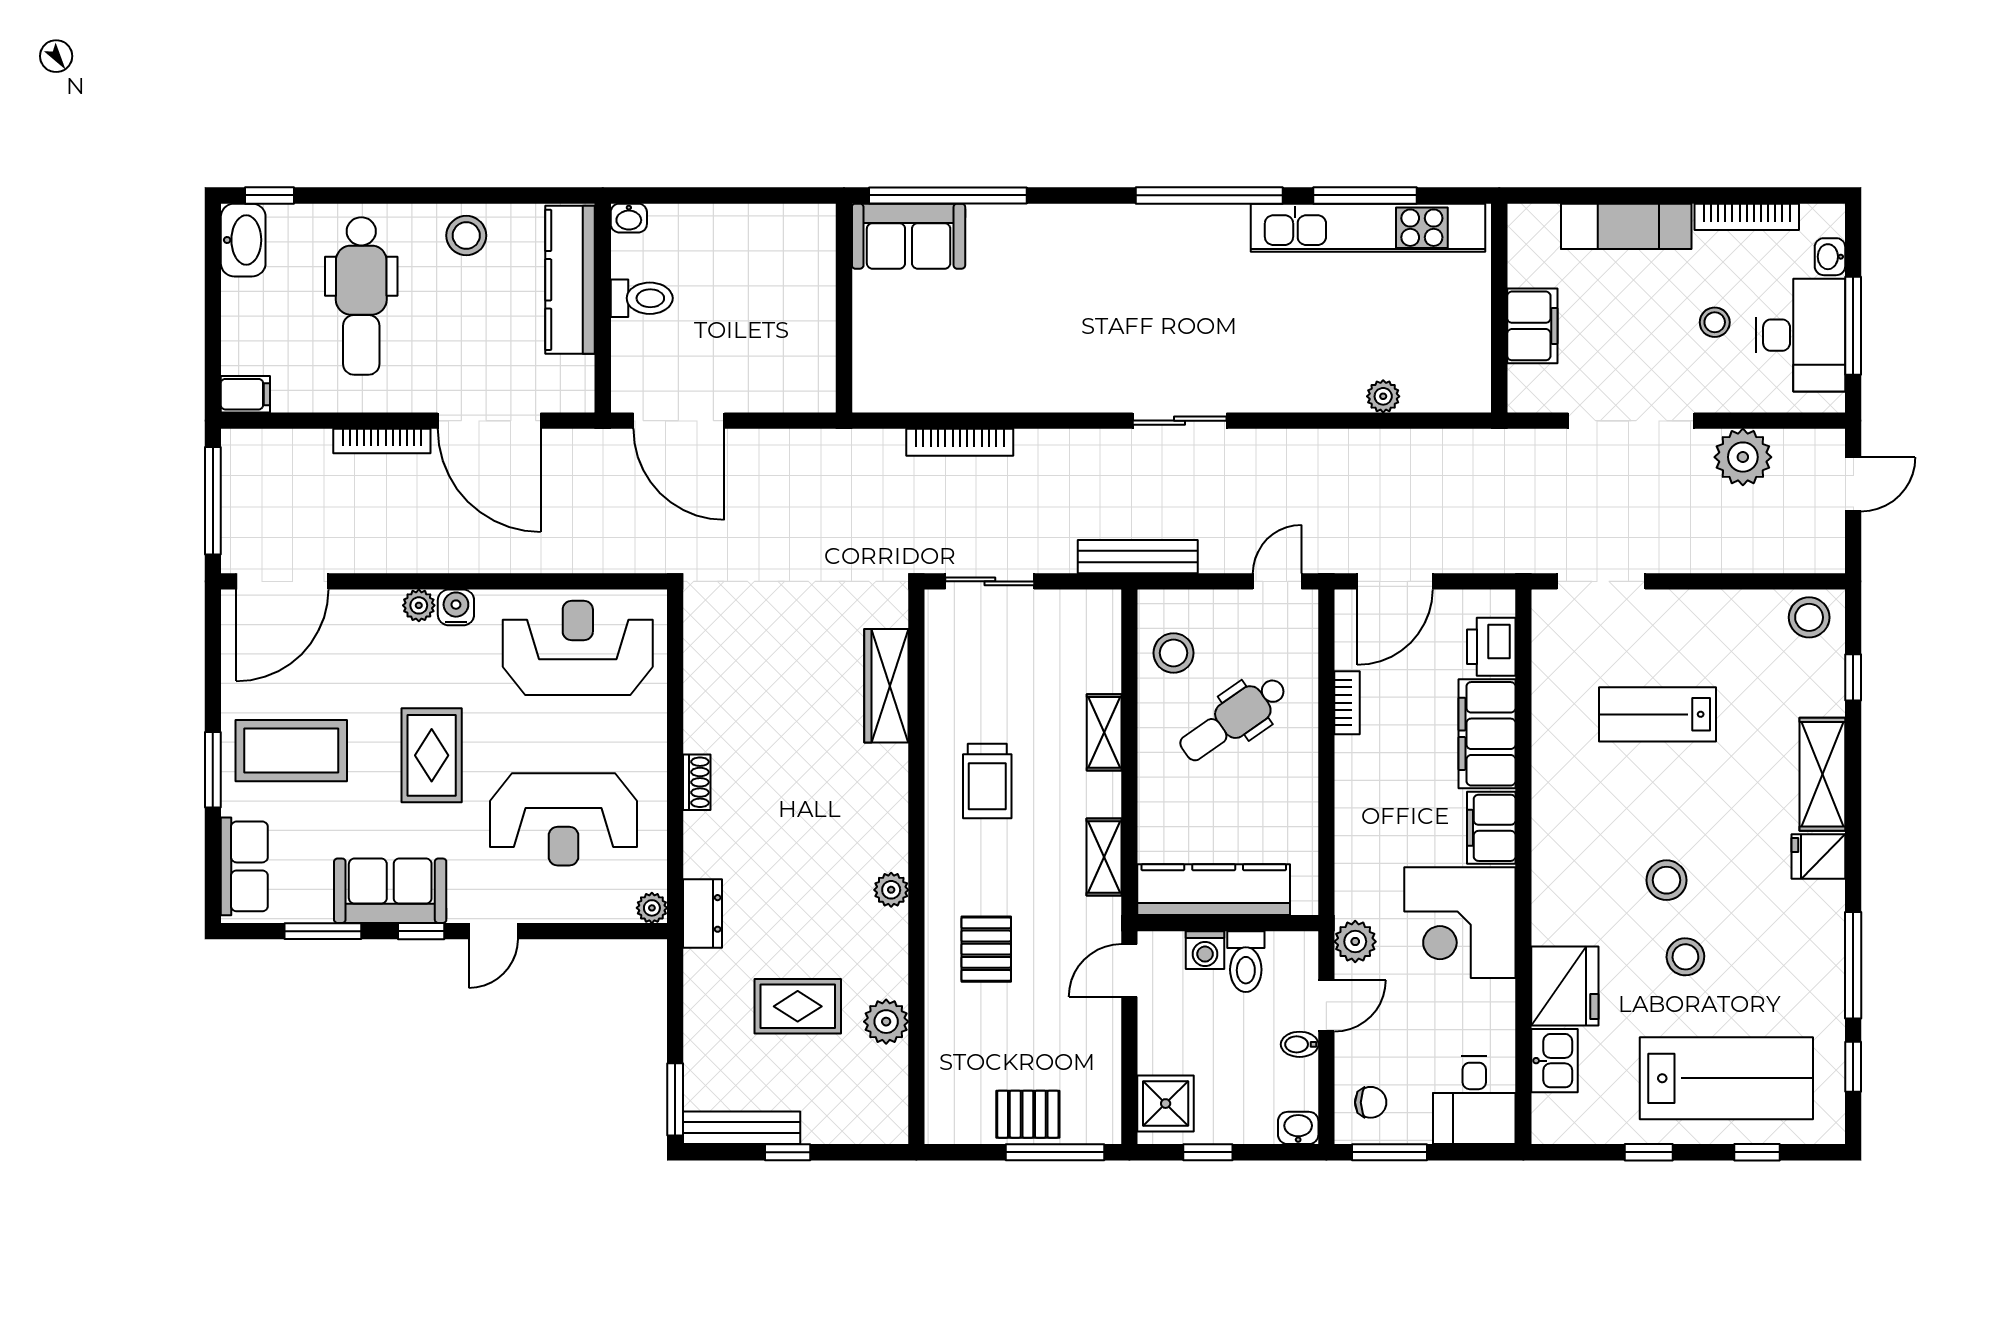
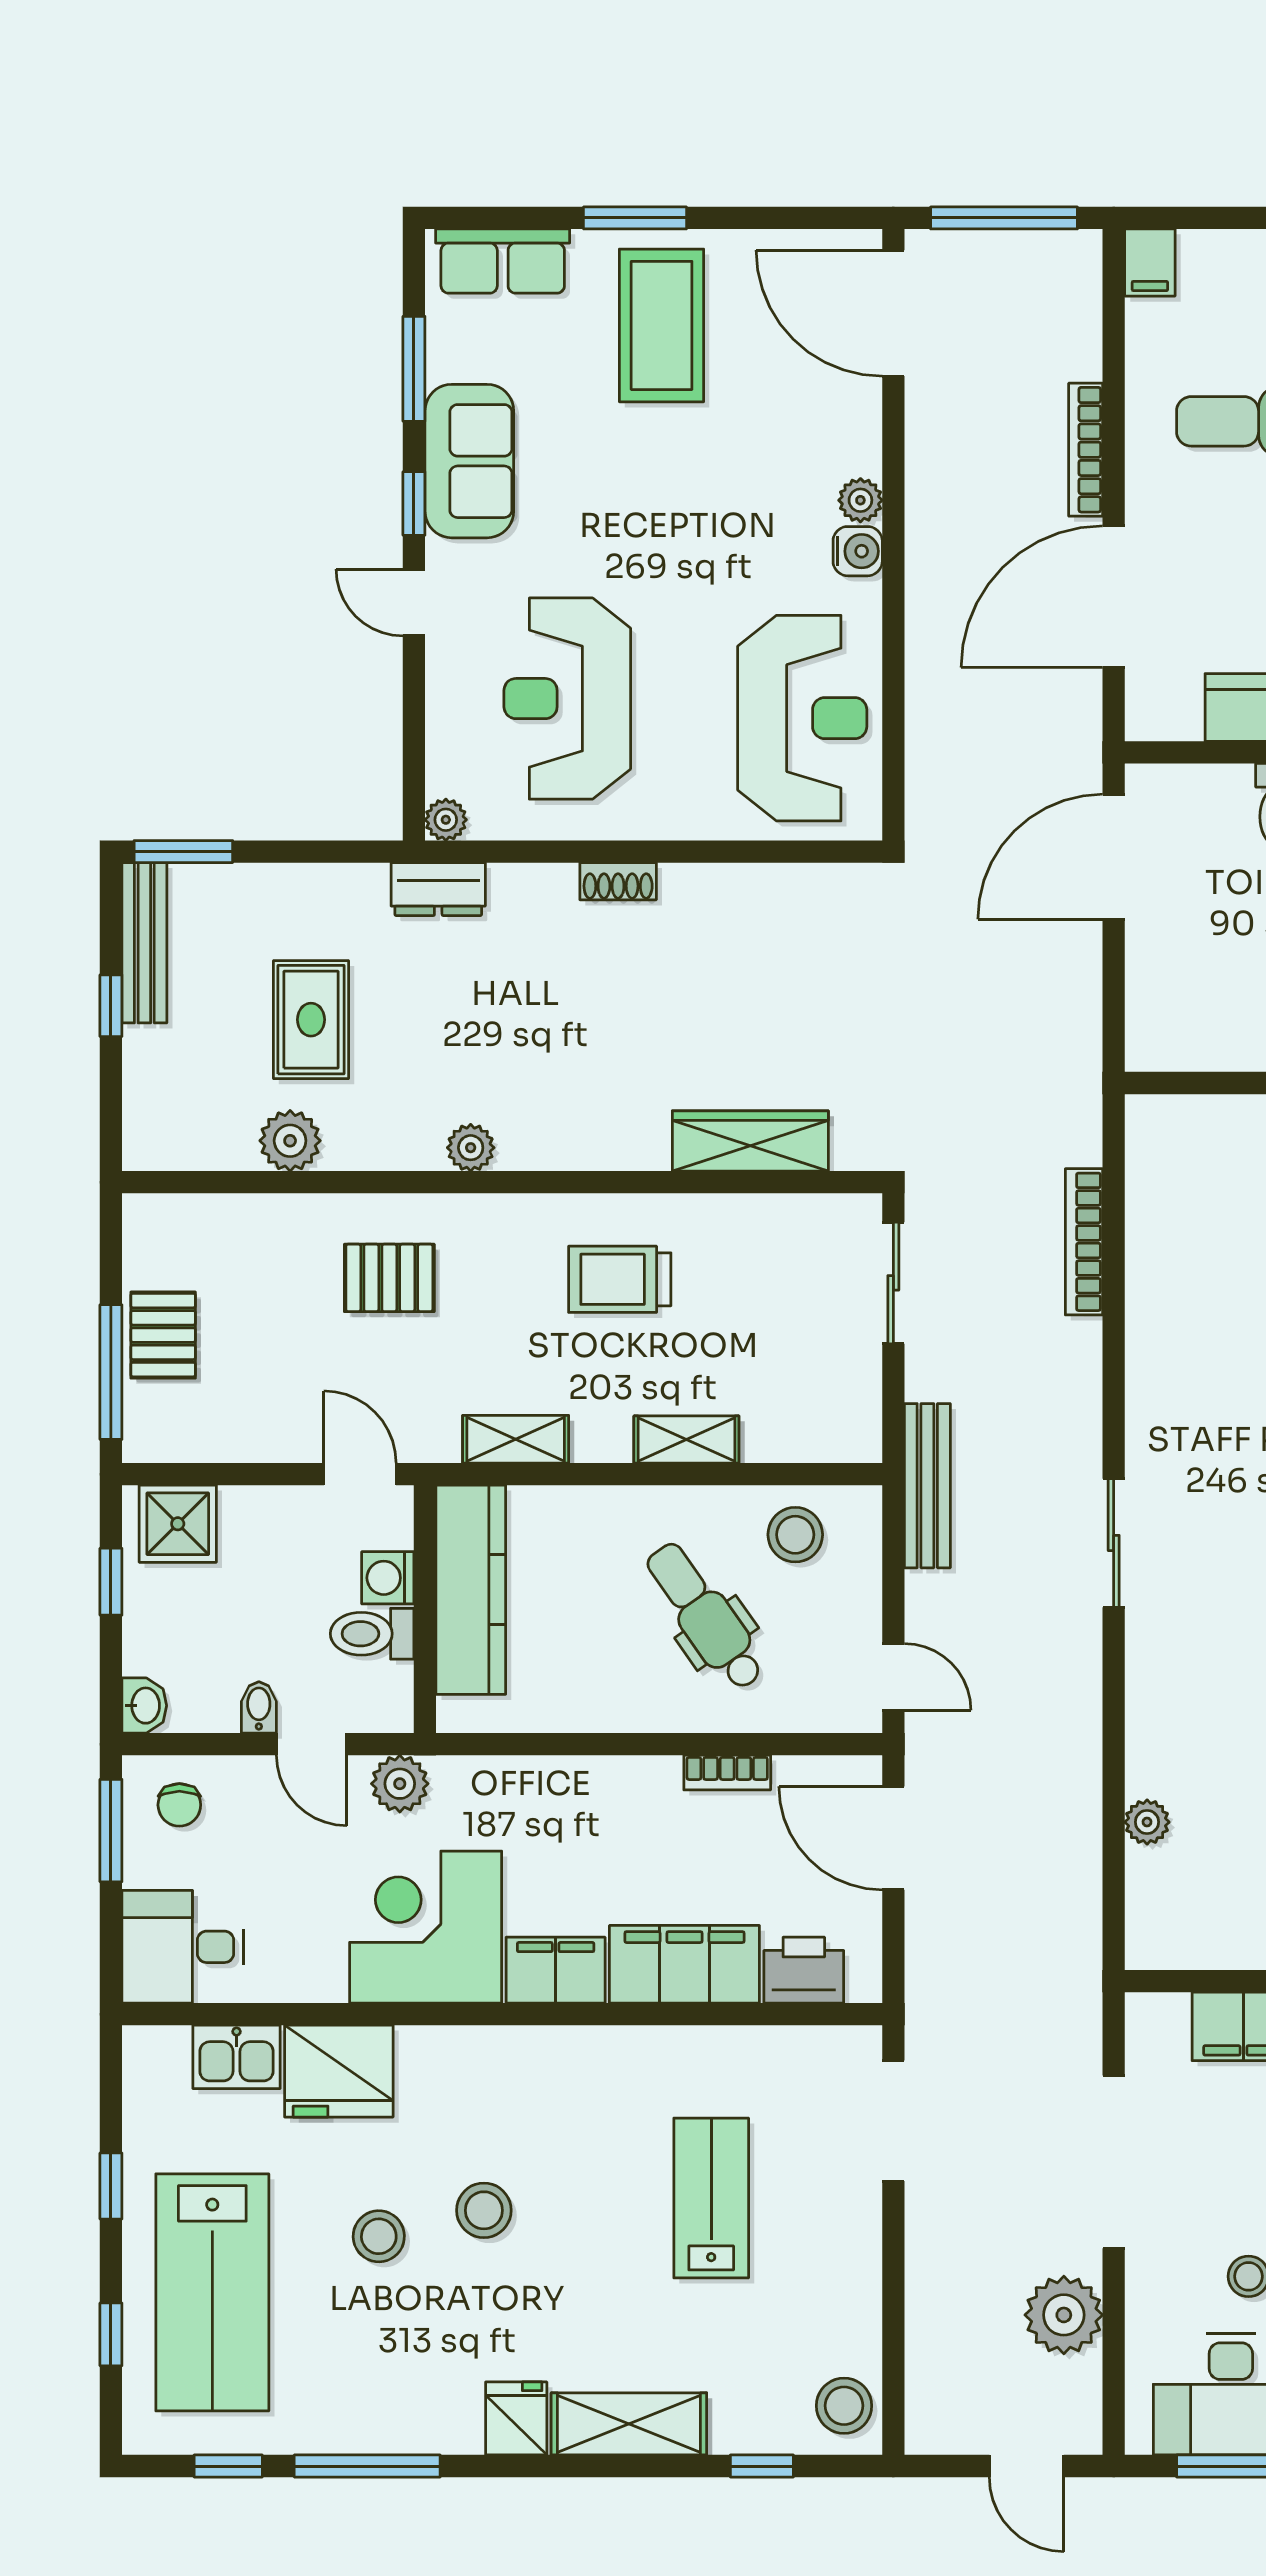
rug: (432, 755) -> (655, 518), removed

